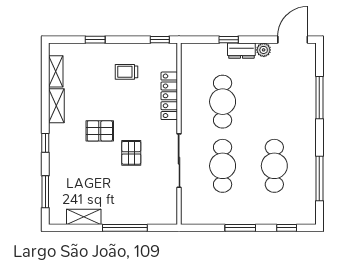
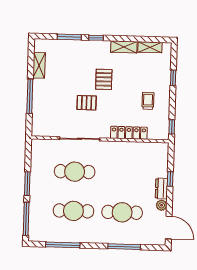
cafe table: (223, 102) -> (122, 212), moved
window: (45, 192) -> (69, 37), moved
window: (287, 228) -> (26, 219), width x2.17

